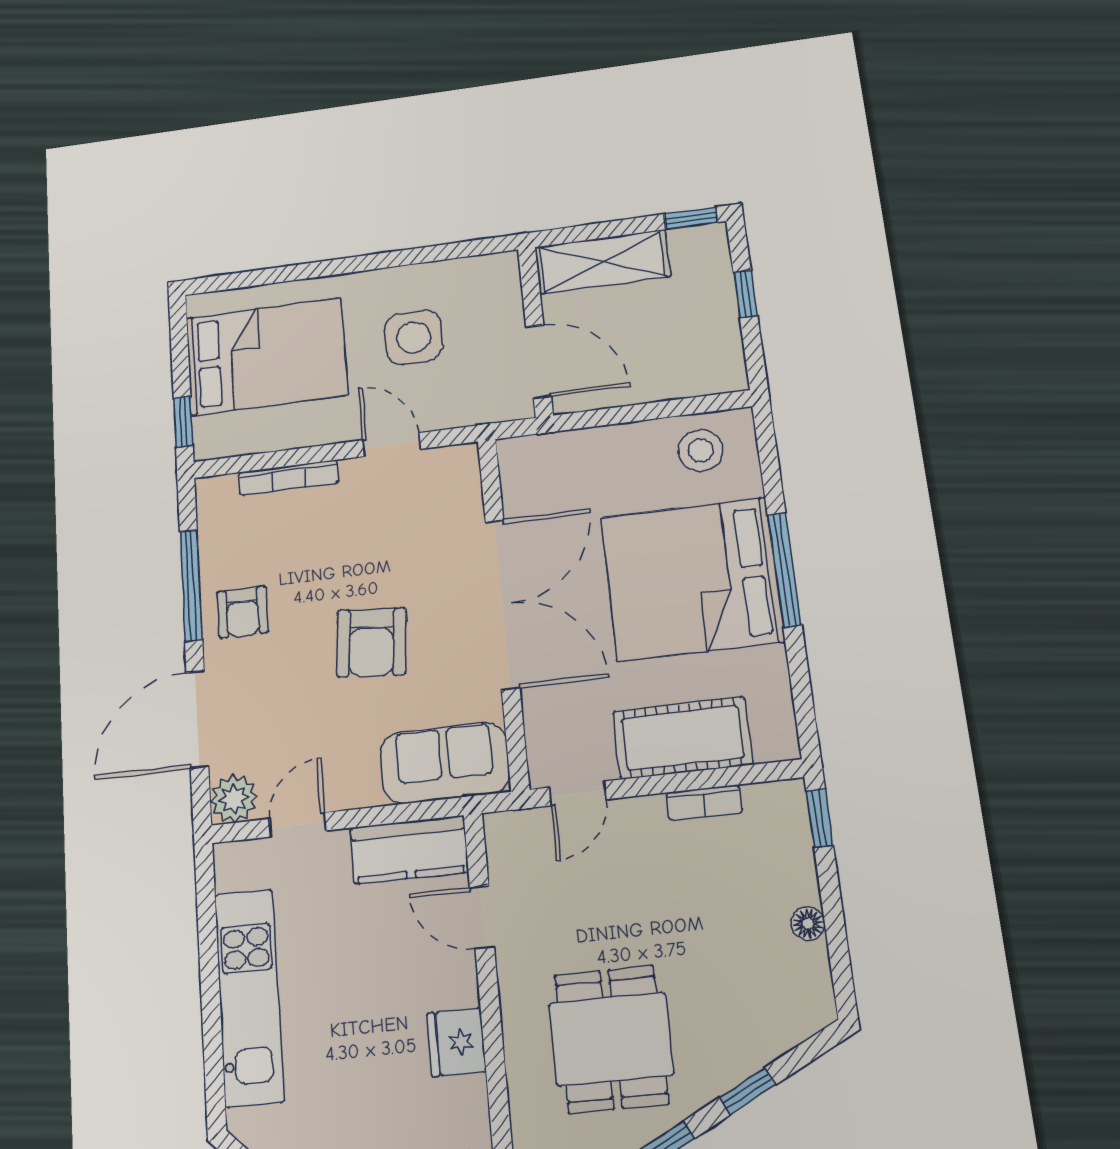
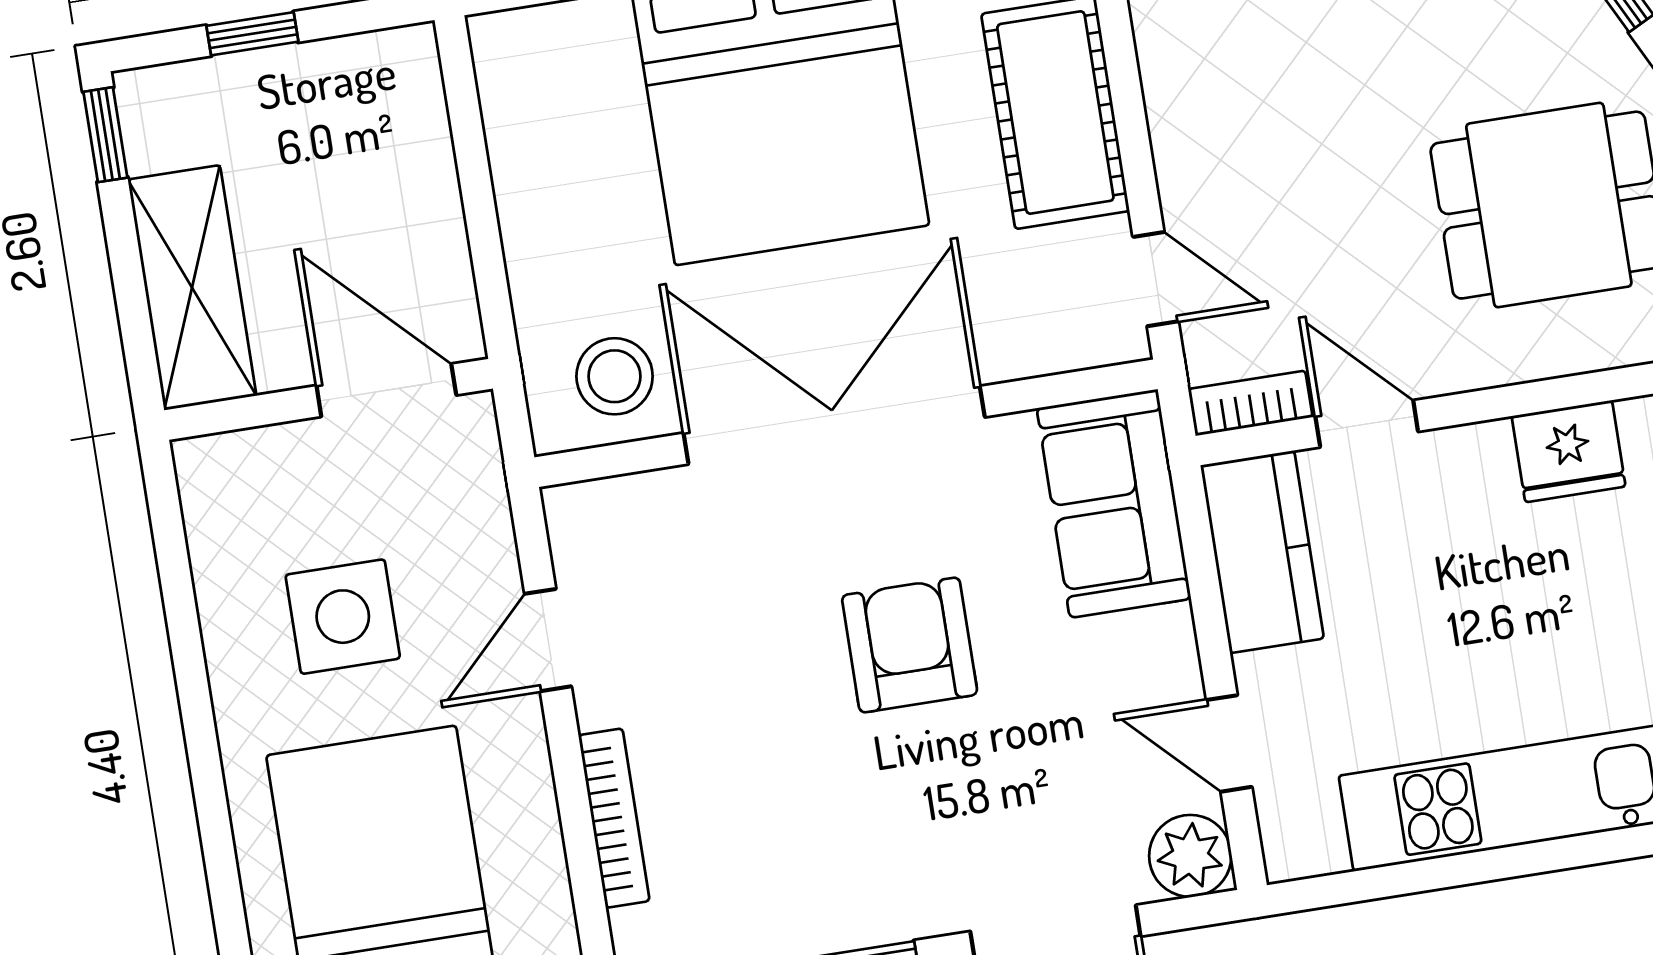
door: (539, 362) -> (386, 390), hinge flipped
stool: (701, 450) -> (615, 376), moved
armchair: (243, 612) -> (863, 875), removed
armchair: (371, 642) -> (910, 645), turned -95
bookcase: (704, 803) -> (1250, 403), moved, turned -90
door: (482, 917) -> (1367, 424), swing flipped

